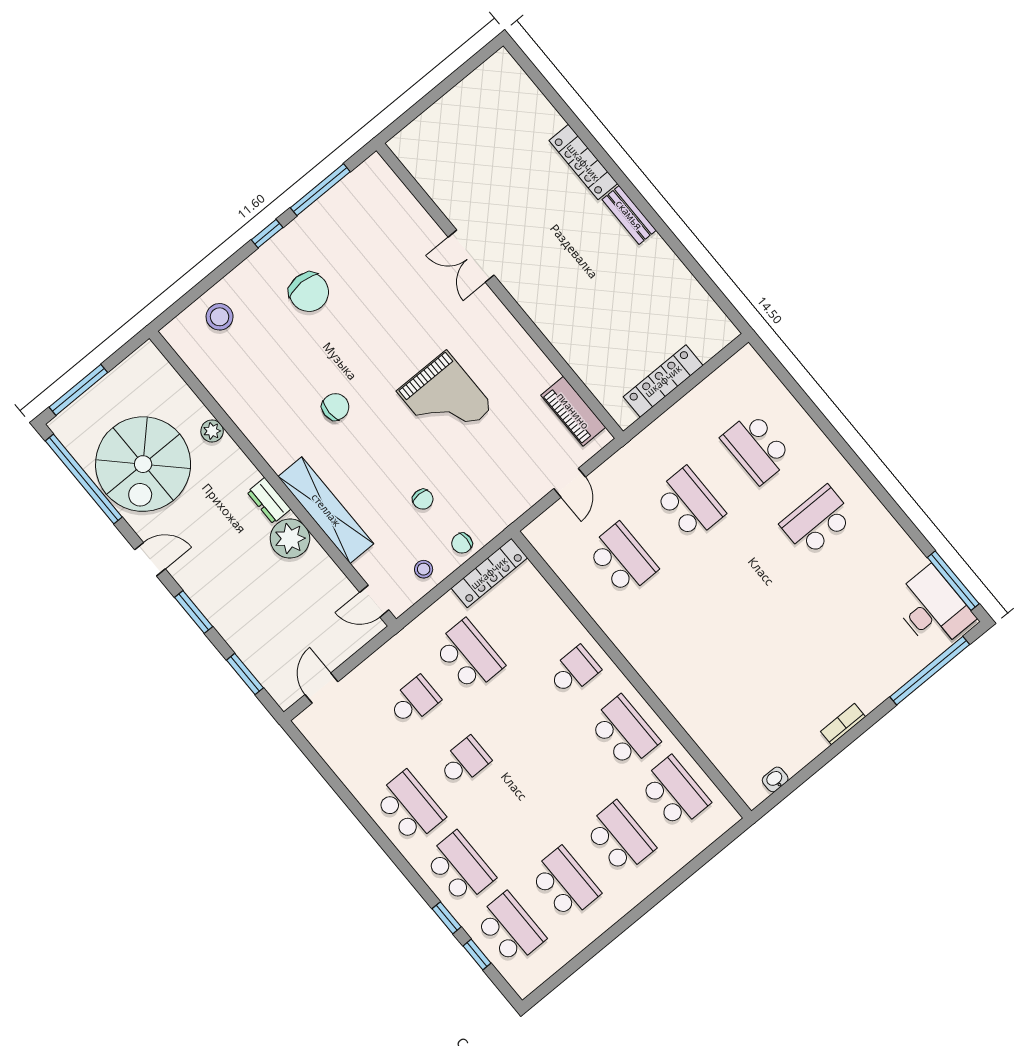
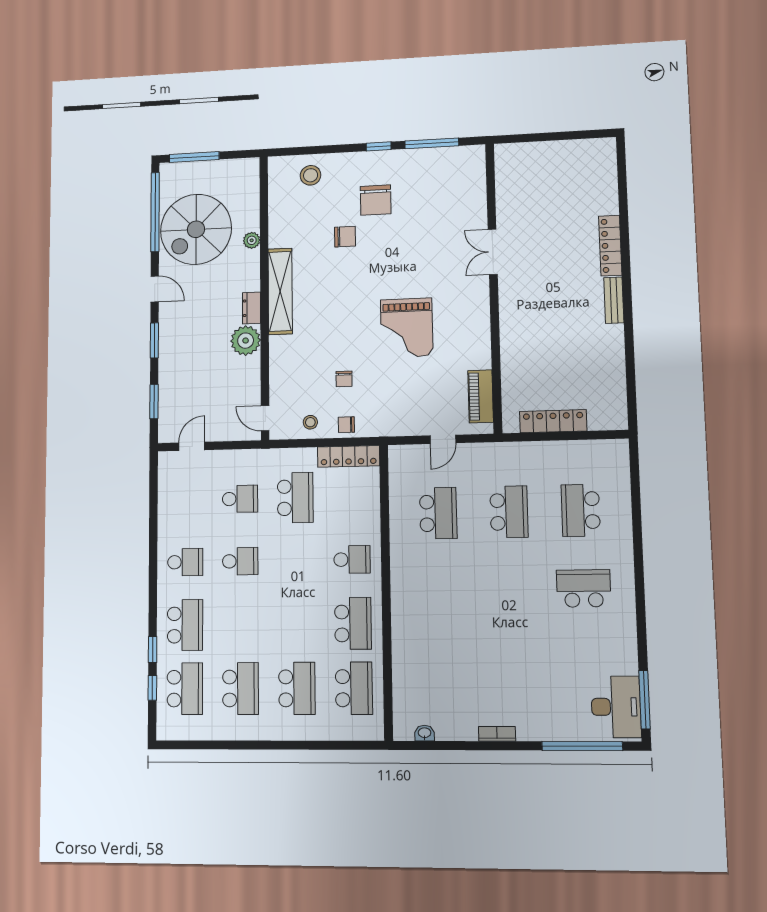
chair: (335, 407) -> (345, 237), moved
shelving: (326, 510) -> (280, 291), moved
school desk: (409, 807) -> (185, 562), width x0.54

